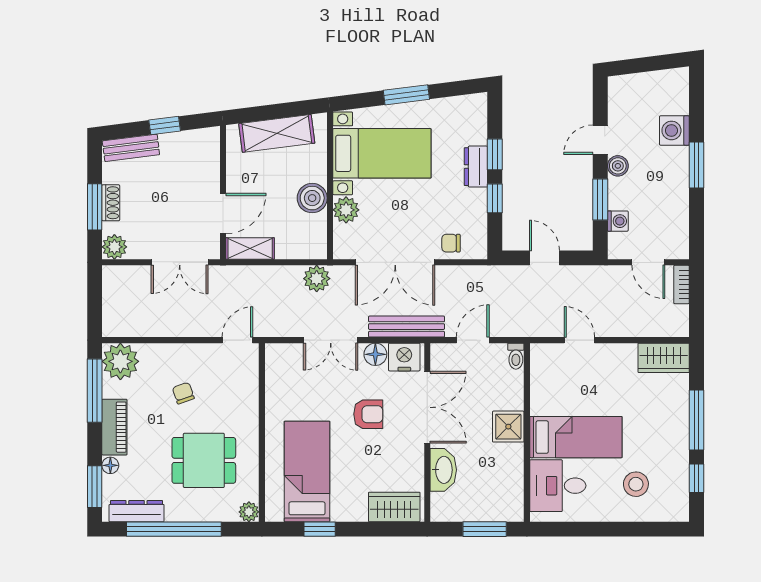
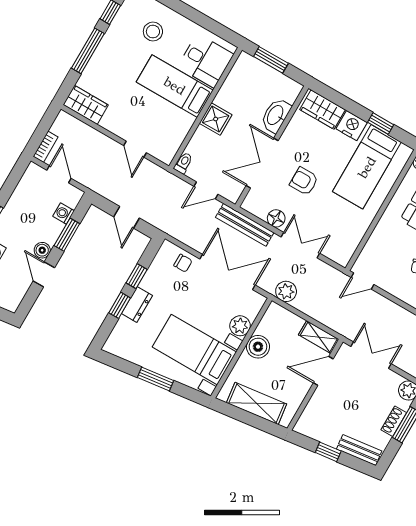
door: (600, 140) -> (44, 274), swing flipped
nightstand: (404, 357) -> (352, 126), moved, turned 180

